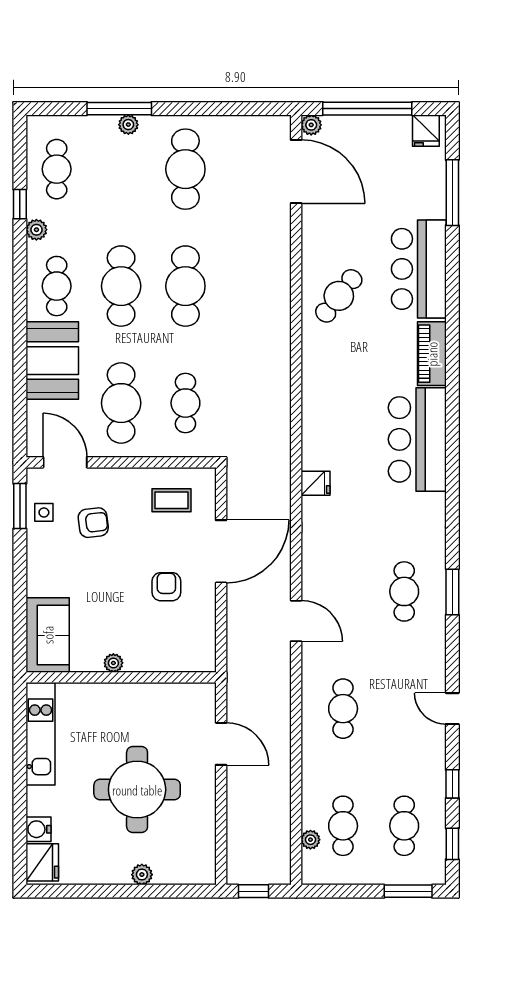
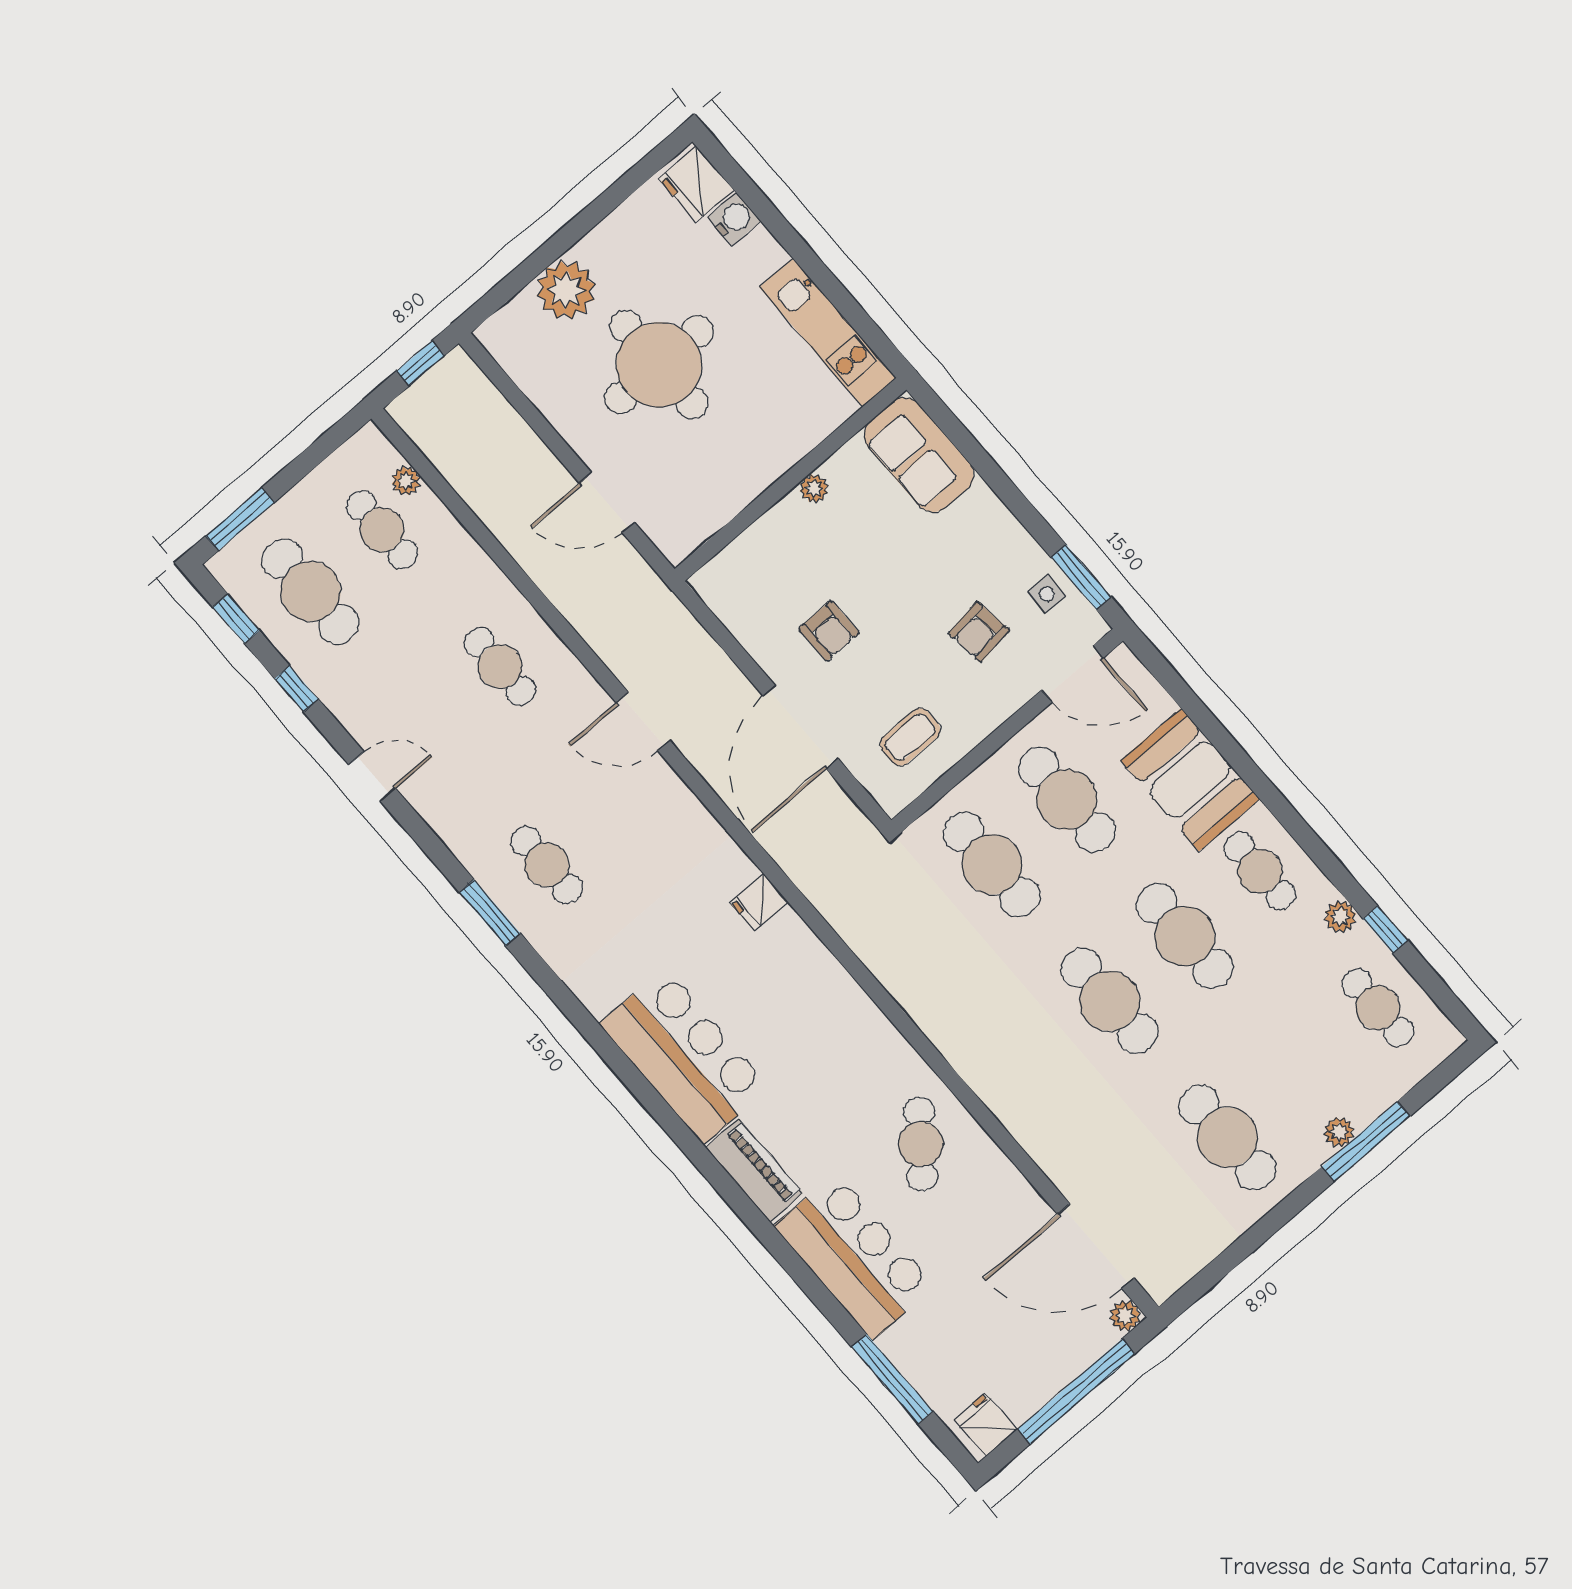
cafe table: (185, 403) -> (992, 864), width x1.37, depth x1.35
cafe table: (404, 826) -> (311, 591), width x1.37, depth x1.35
plant: (142, 875) -> (566, 290), width x1.88, depth x1.88

